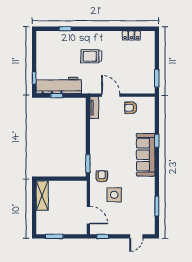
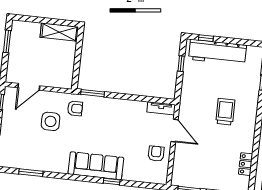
workbench: (59, 85) -> (217, 52), moved, turned 90
door: (111, 95) -> (174, 131), hinge flipped

